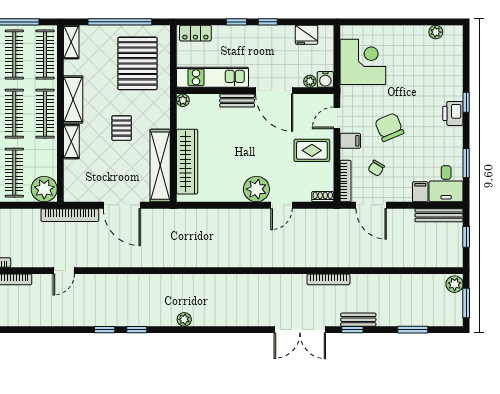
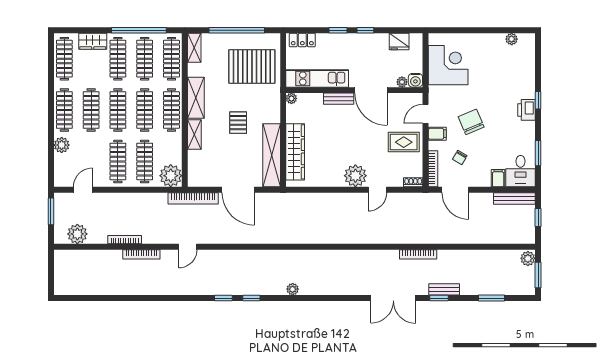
pallet: (137, 63) -> (252, 66), turned 90

